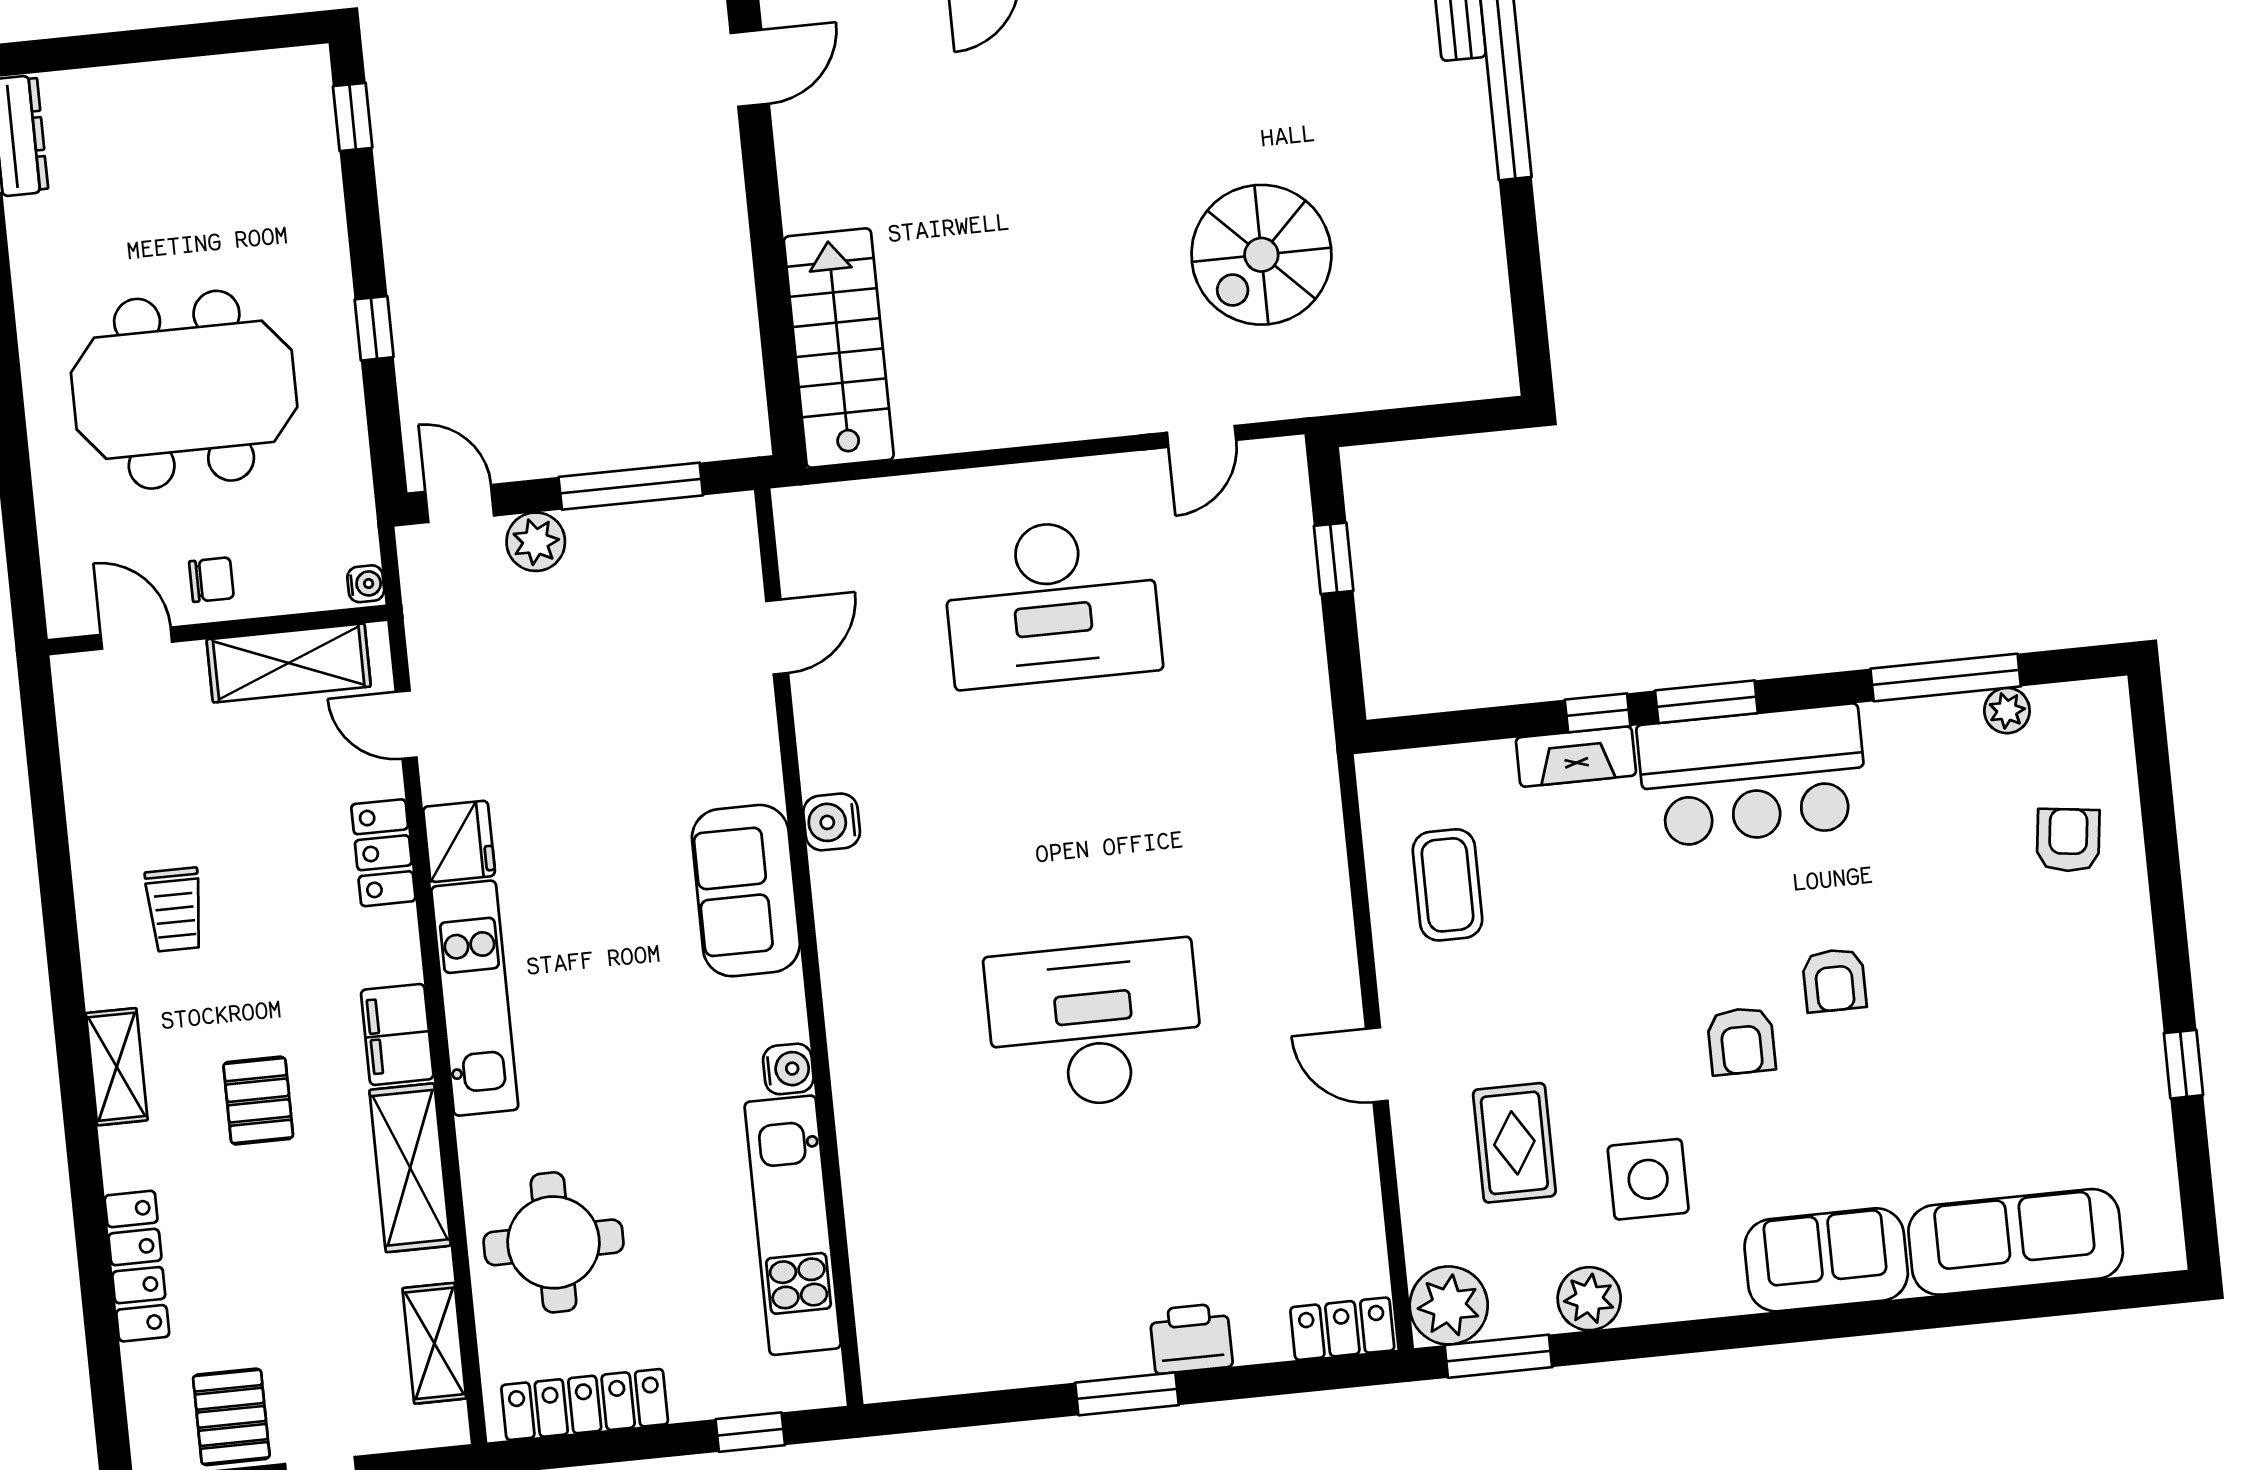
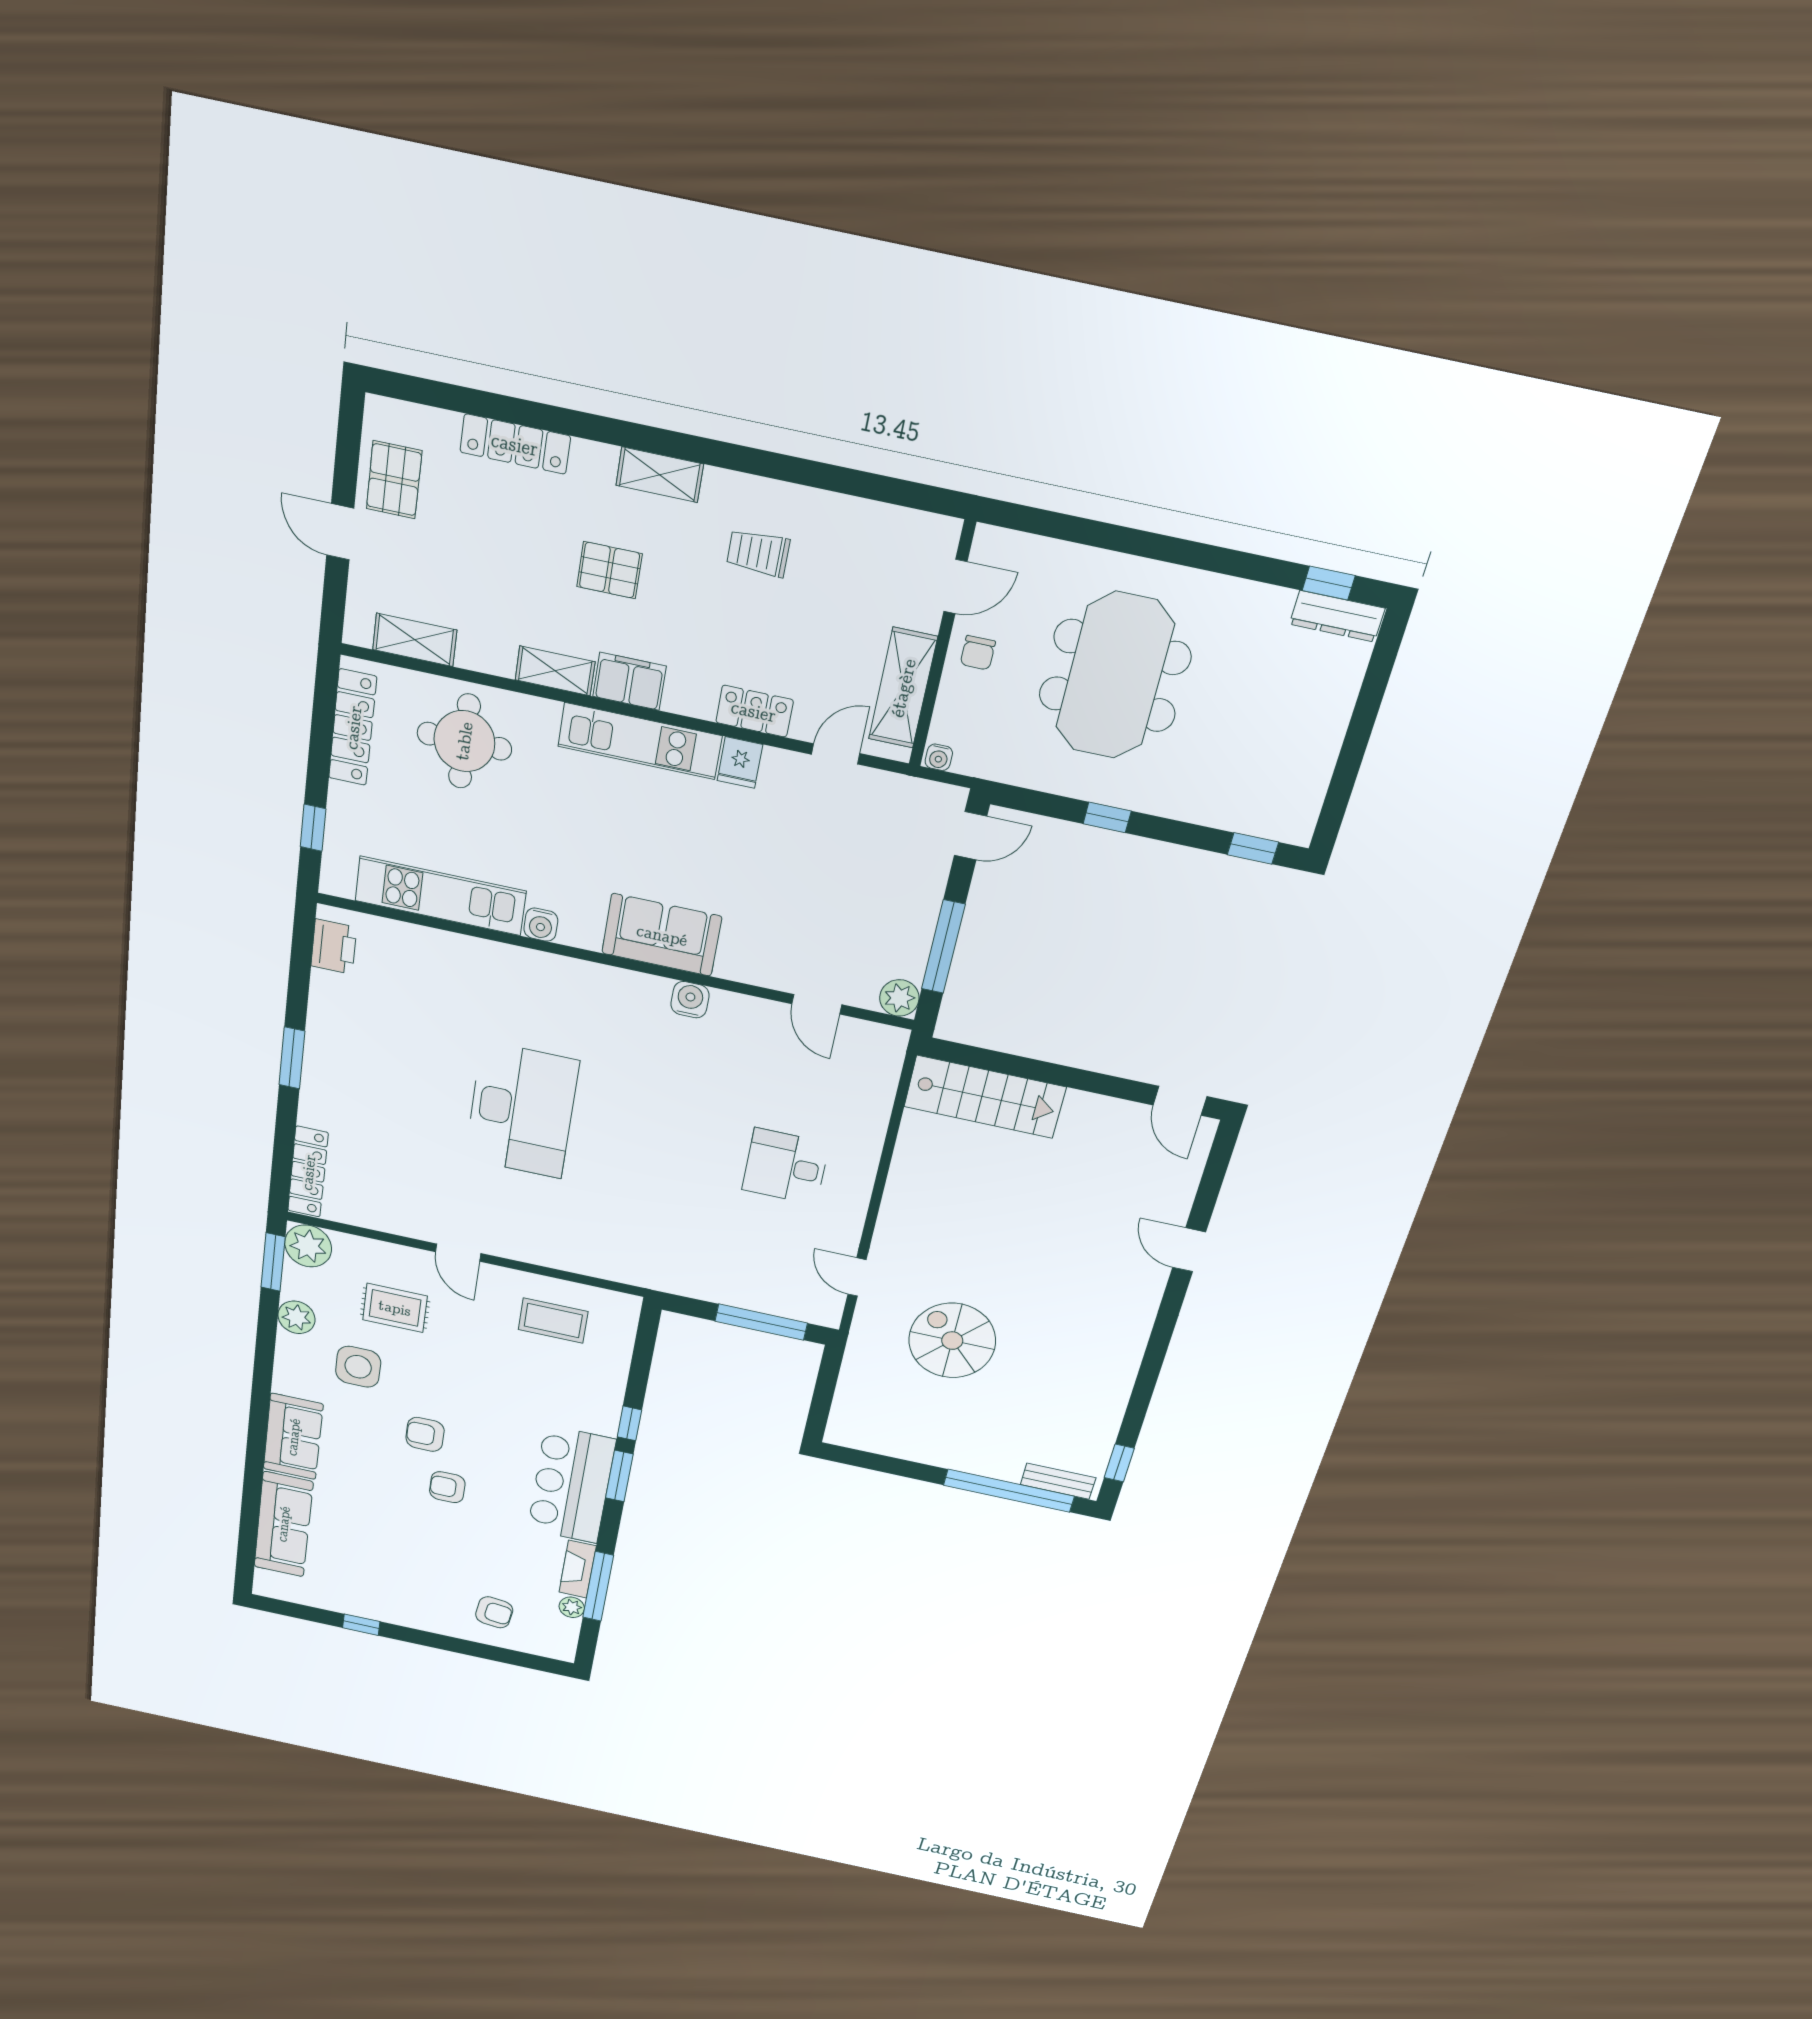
plant: (536, 542) -> (899, 998), moved
window: (1334, 558) -> (761, 1322), width x2.17
desk: (1052, 603) -> (786, 1167), width x0.53, depth x0.77
fireplace: (1576, 757) -> (578, 1569), moved
fridge: (459, 841) -> (740, 762), width x0.72
door: (1377, 1065) -> (458, 1253), swing flipped
shelving: (410, 1168) -> (555, 671), width x0.67, depth x0.75
locker: (1342, 1329) -> (308, 1172), width x1.53
printer: (1191, 1338) -> (334, 947), moved
pallet: (231, 1417) -> (394, 480), turned 90

